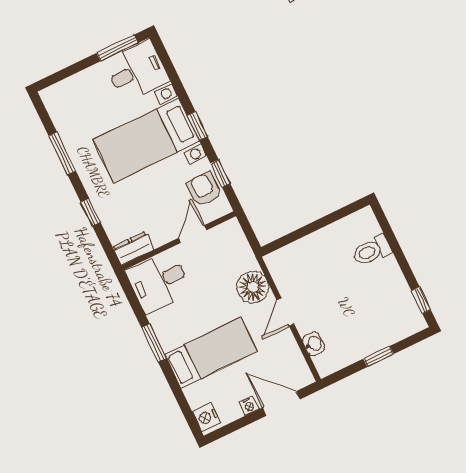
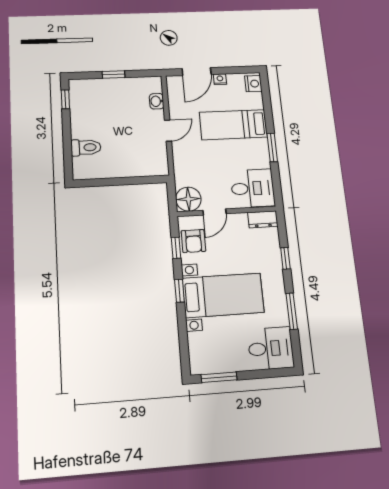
desk: (137, 71) -> (271, 348), moved, turned 180
floor lamp: (253, 287) -> (188, 199), moved
door: (281, 403) -> (197, 72), hinge flipped

